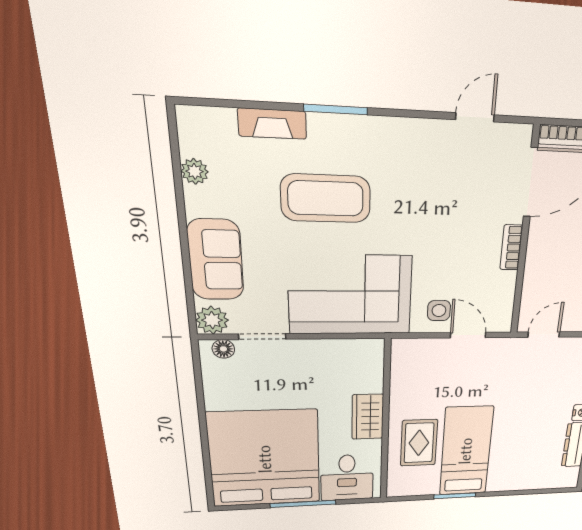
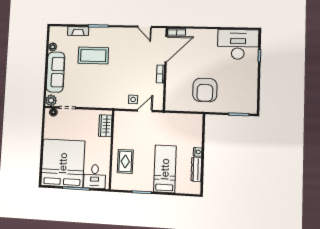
door: (475, 117) -> (145, 27), swing flipped
sofa: (216, 260) -> (55, 72), width x1.36
corner sofa: (350, 295) -> (100, 92), removed
door: (468, 335) -> (145, 111), hinge flipped
door: (544, 335) -> (177, 112), removed
wardrobe: (368, 417) -> (105, 126), moved
bed: (466, 451) -> (165, 169), moved

